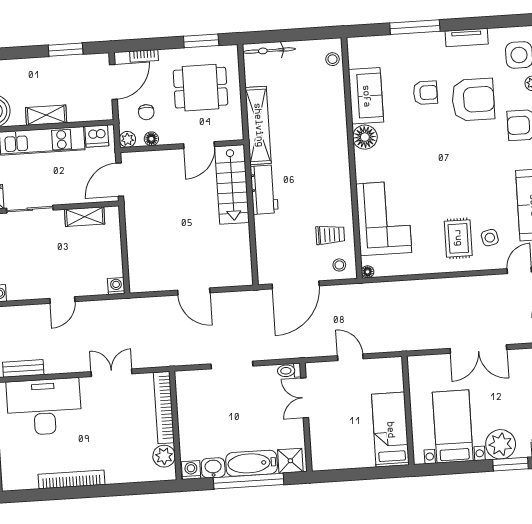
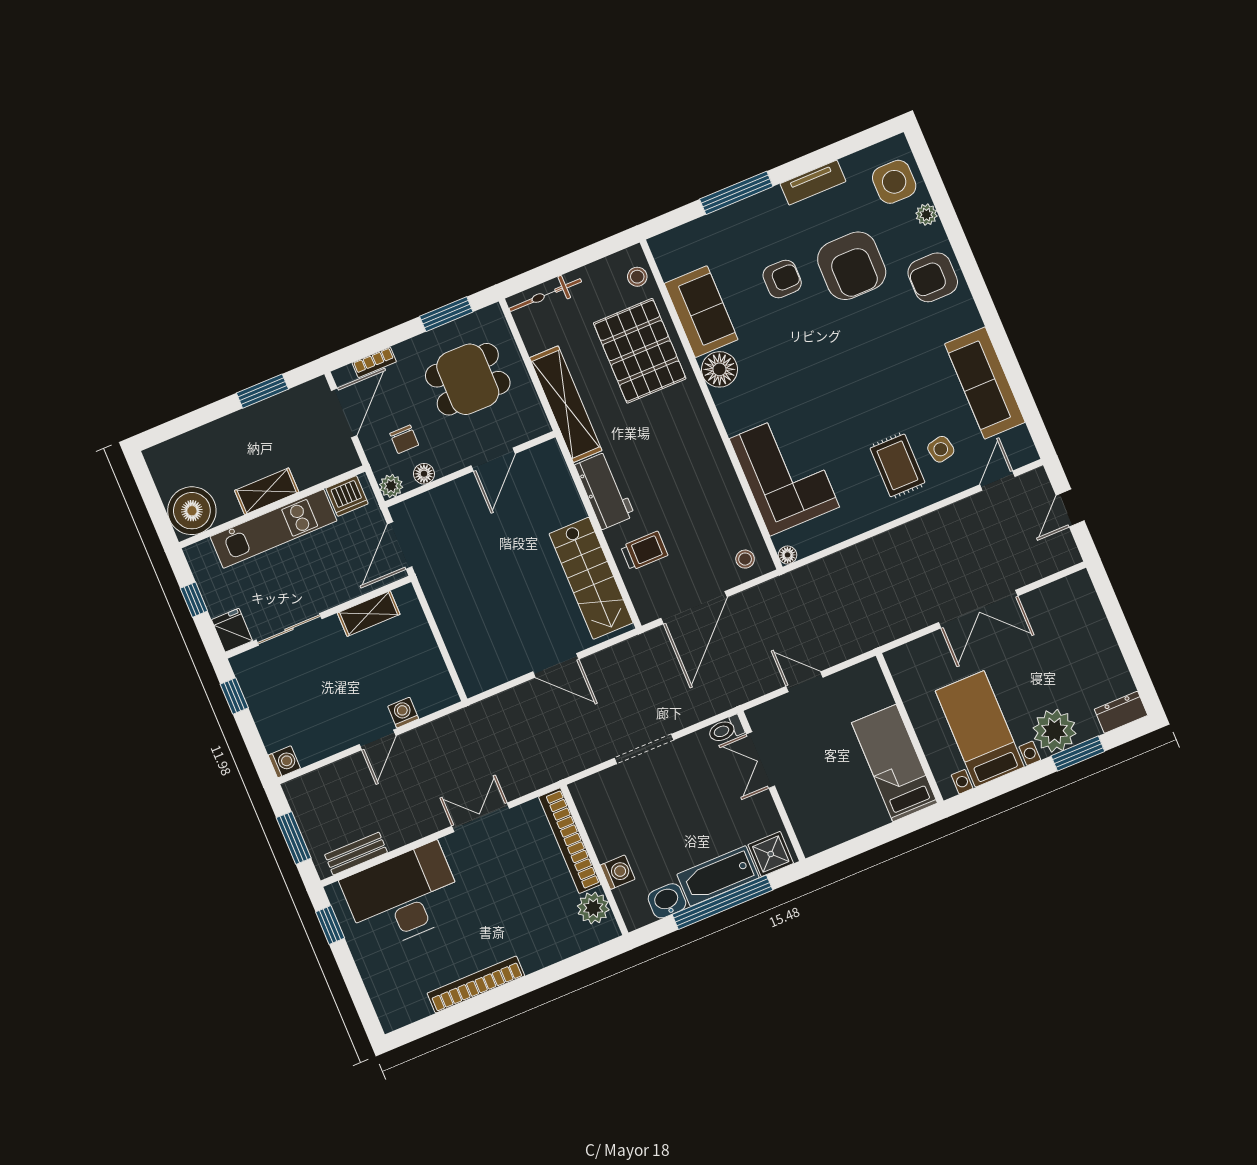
armchair: (473, 100) -> (852, 266), turned 90
pallet: (318, 107) -> (640, 351), added
stairs: (232, 184) -> (591, 578), moved
trolley: (330, 235) -> (644, 551), moved
washing machine: (116, 286) -> (403, 713), moved
washing machine: (191, 470) -> (618, 872), moved, turned 90

